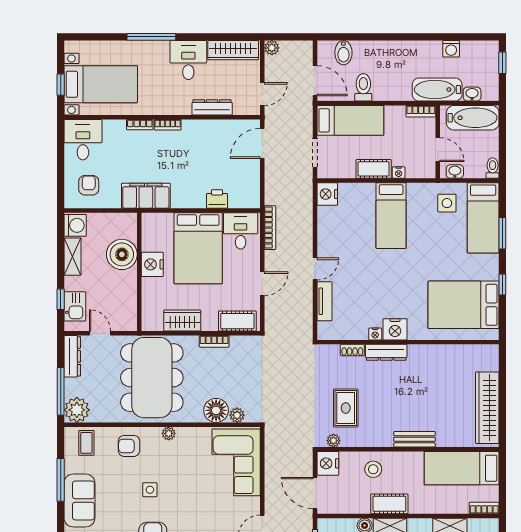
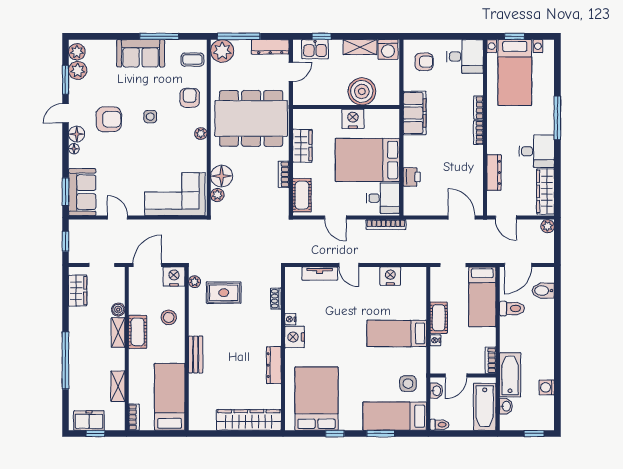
nightstand: (327, 194) -> (390, 276), moved
dresser: (386, 352) -> (274, 365), moved
wardrobe: (487, 408) -> (249, 420), moved

